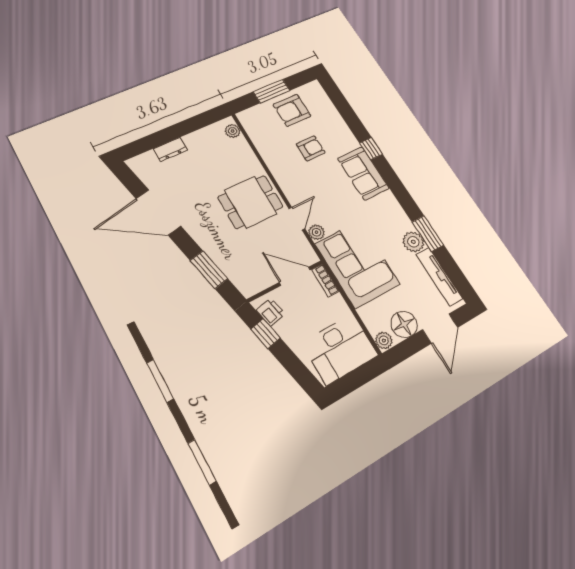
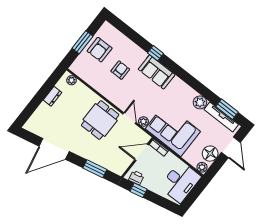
dresser: (170, 149) -> (52, 96), moved
window: (428, 233) -> (227, 109), moved

